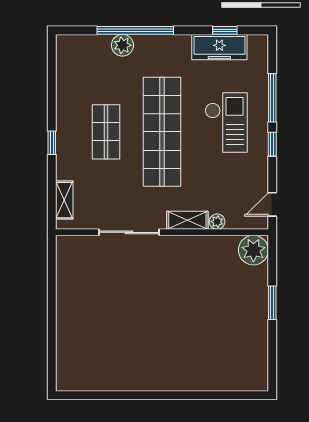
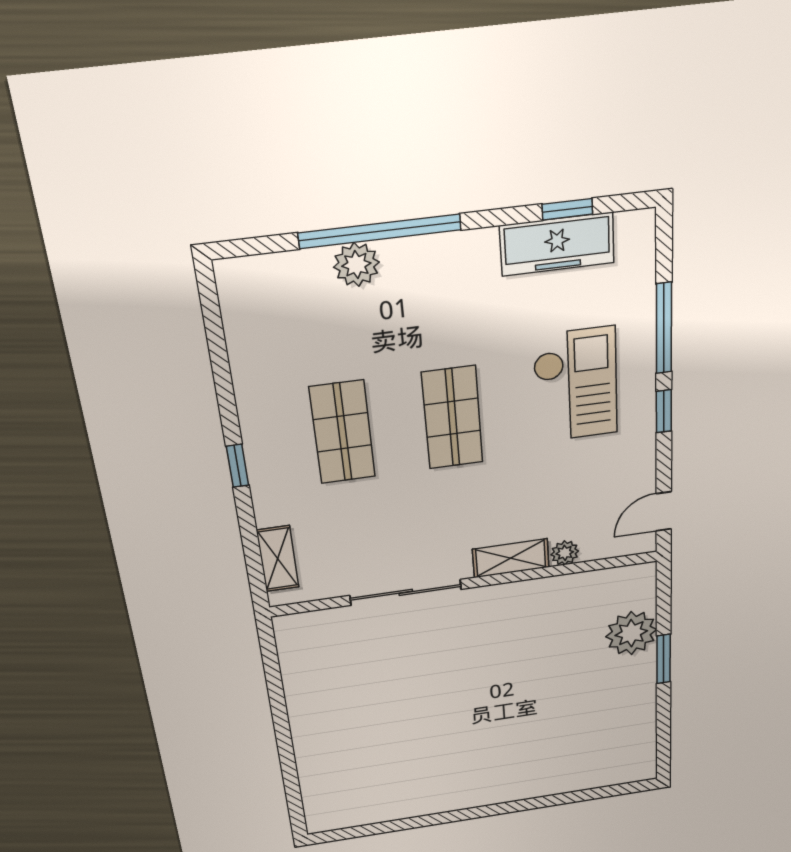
shop shelf: (162, 132) -> (452, 418), width x0.50, depth x0.74
plant: (253, 250) -> (631, 633), moved

